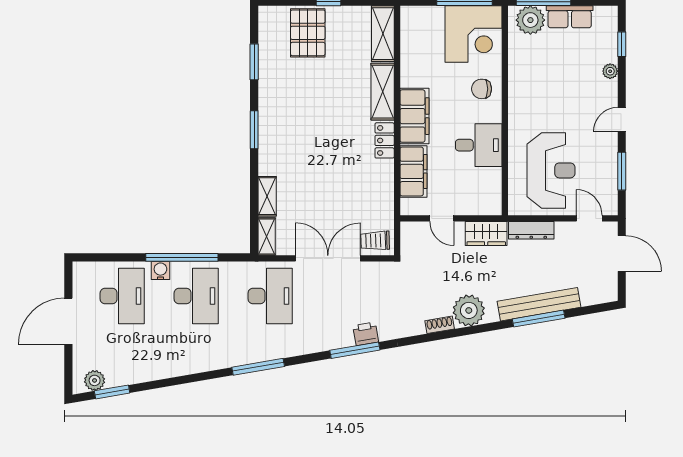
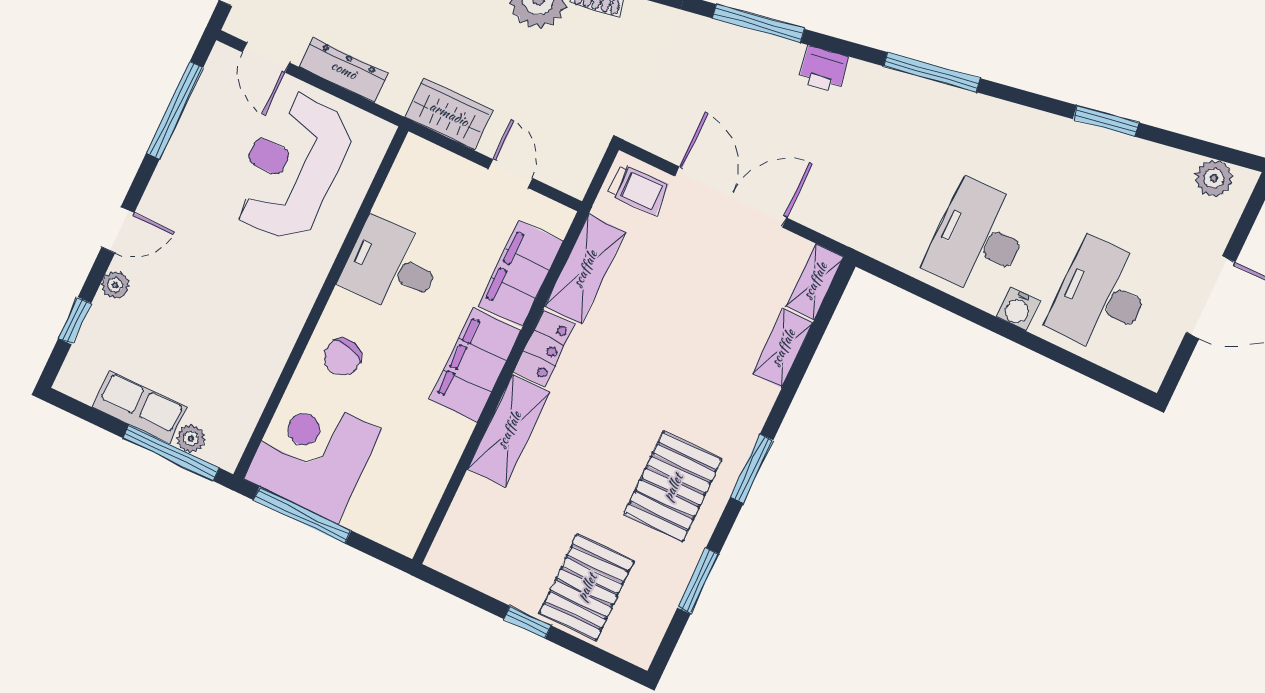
plant: (530, 20) -> (191, 439), width x0.53, depth x0.53
shelving: (383, 34) -> (585, 269), moved
chair: (482, 89) -> (342, 357), turned 104
pallet: (289, 102) -> (673, 487), added
door: (622, 120) -> (118, 230), moved
window: (622, 171) -> (175, 110), width x1.44
dresser: (531, 230) -> (344, 70), moved
window: (182, 257) -> (972, 314), removed
double door: (328, 258) -> (731, 197), swing flipped
desk: (270, 296) -> (856, 180), removed
printer: (366, 334) -> (824, 69), moved
window: (112, 392) -> (1106, 121), moved

